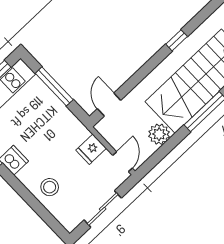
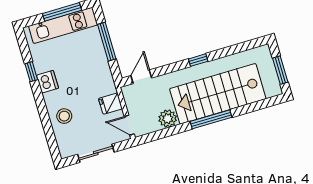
window: (177, 40) -> (198, 60), moved
door: (123, 162) -> (129, 125), swing flipped

